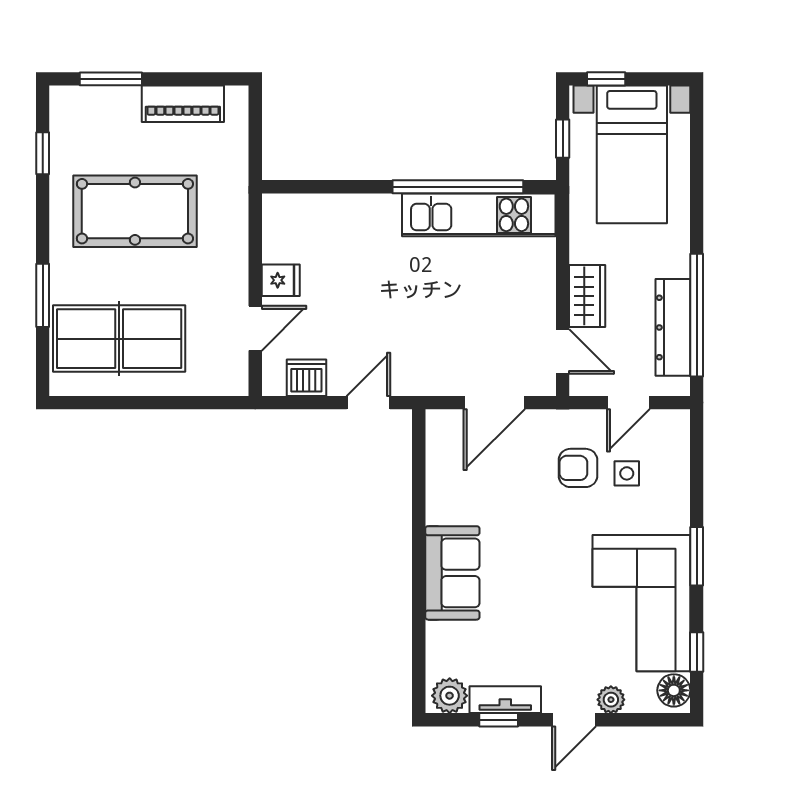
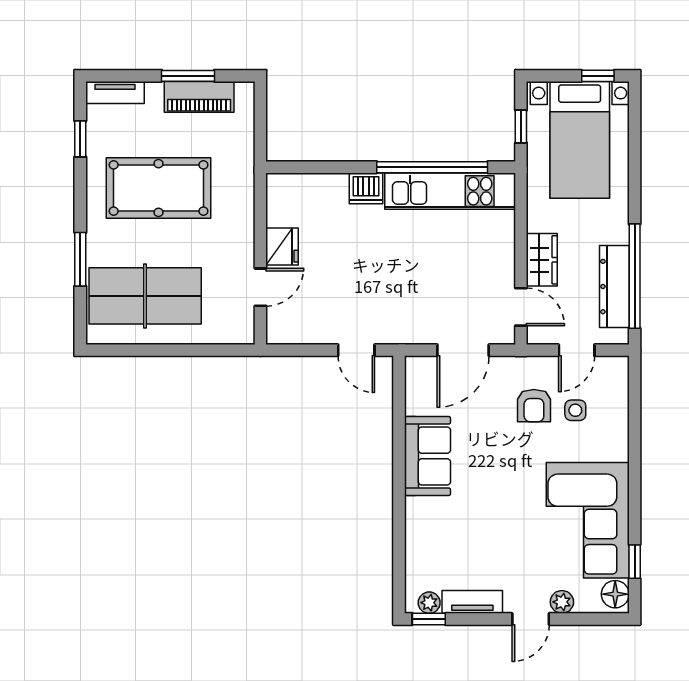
window: (111, 79) -> (188, 76), moved
window: (606, 79) -> (598, 76), moved
tv unit: (84, 99) -> (115, 93), added
fridge: (281, 280) -> (282, 246), width x1.38
dishwasher: (306, 378) -> (366, 188), moved, turned 180
door: (368, 403) -> (356, 350), swing flipped
armchair: (578, 468) -> (534, 406), turned -90
window: (697, 556) -> (635, 480), removed
sofa: (452, 573) -> (428, 456), moved
plant: (450, 696) -> (429, 603), width x0.73, depth x0.73
window: (499, 720) -> (429, 619), moved

